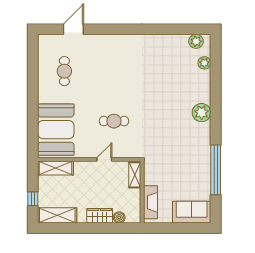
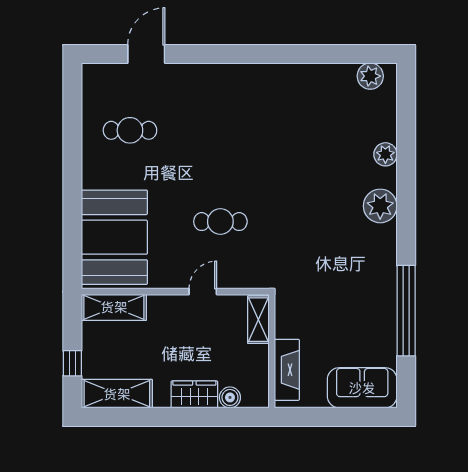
plant: (204, 63) -> (385, 154), moved
cafe table: (64, 71) -> (130, 130), turned 90

